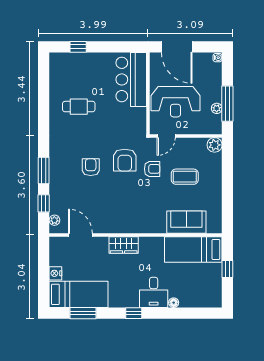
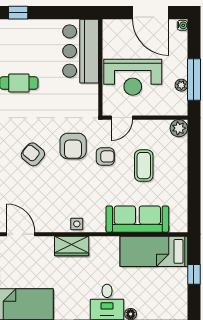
door: (177, 47) -> (151, 13), moved
armchair: (91, 167) -> (33, 154), turned -51
coffee table: (185, 177) -> (144, 166), turned 90
sofa: (186, 222) -> (137, 219), width x1.36
side table: (128, 226) -> (77, 224), added

